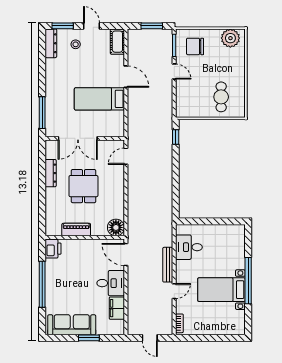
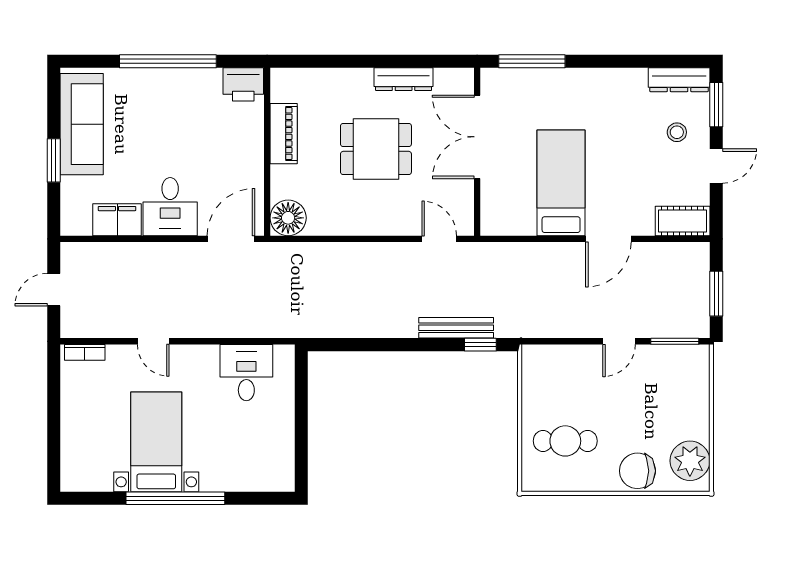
chair: (195, 46) -> (637, 471), moved, turned -90
bench: (168, 265) -> (456, 328), moved

